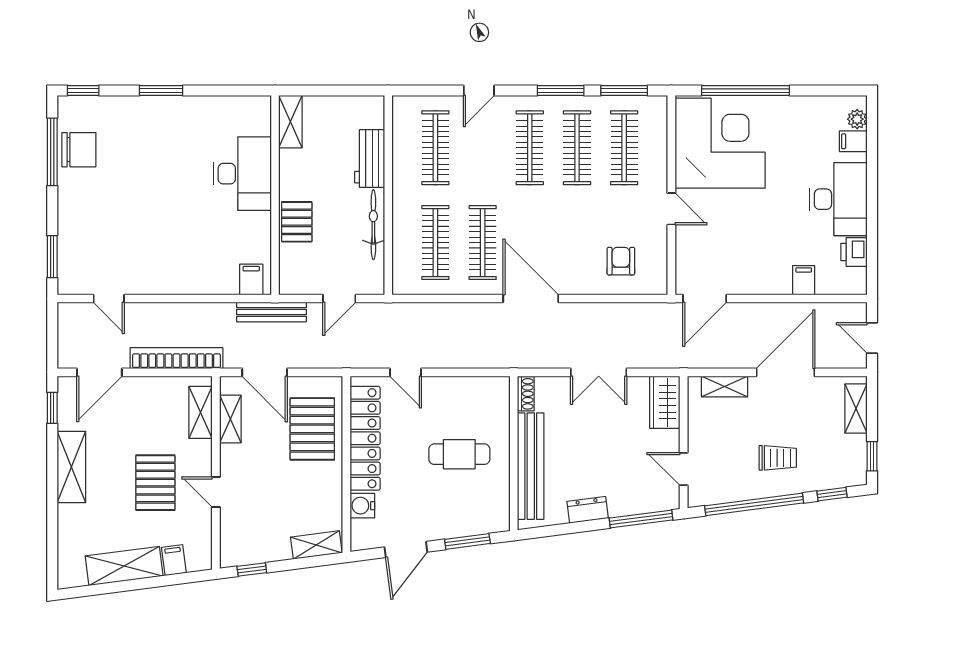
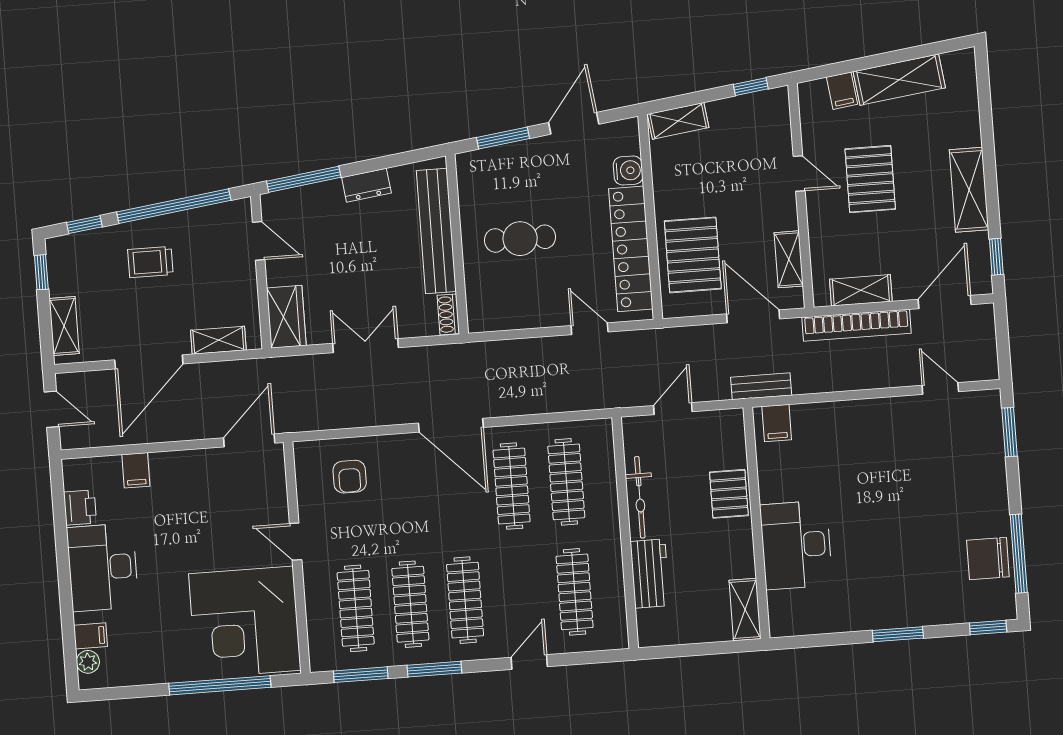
bench: (271, 312) -> (761, 386), width x0.73
shelving: (201, 412) -> (861, 290), moved, turned 90

